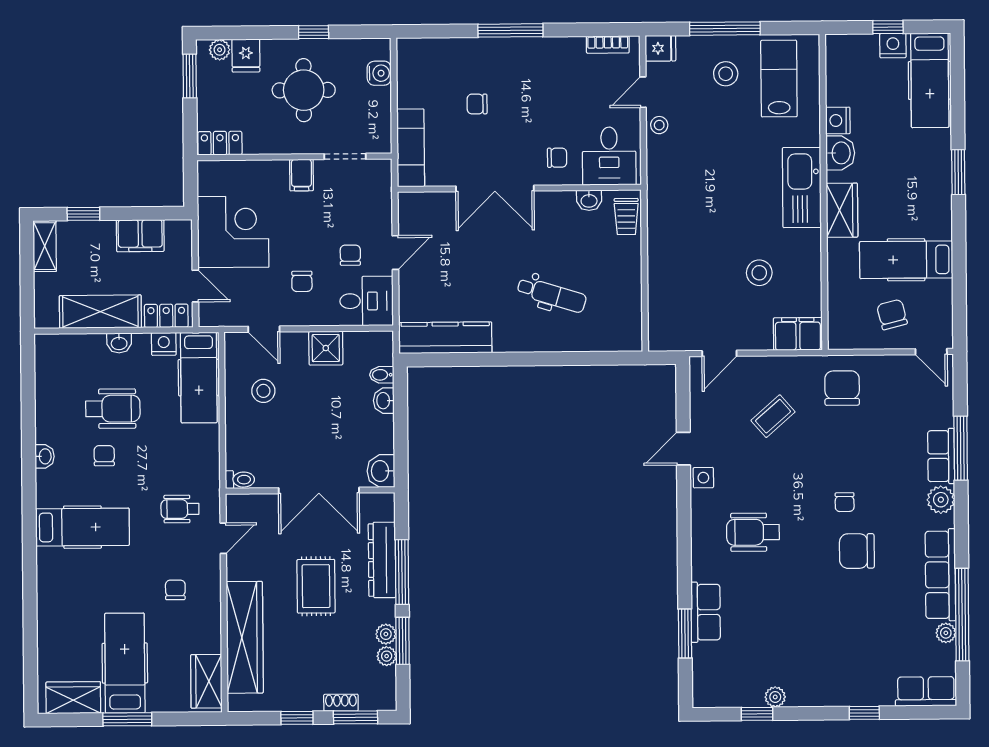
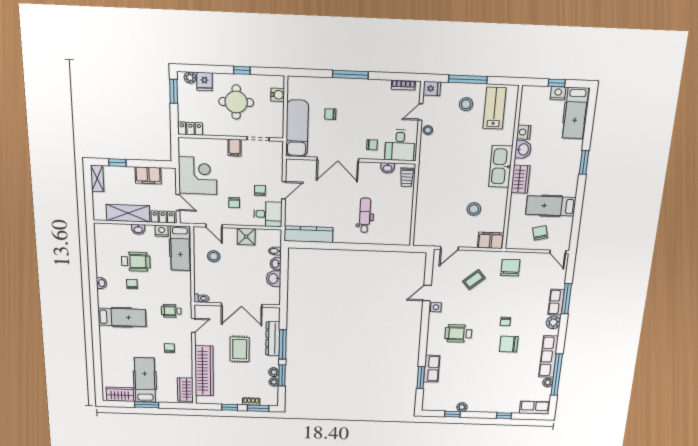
exam couch: (411, 148) -> (297, 128), width x1.36, depth x1.45
dental chair: (552, 295) -> (365, 215), turned -107
washbasin: (381, 471) -> (274, 279), moved

